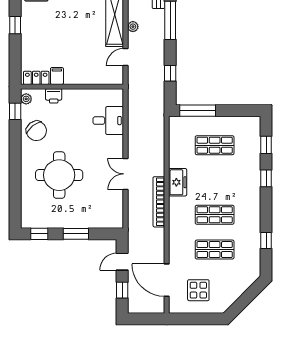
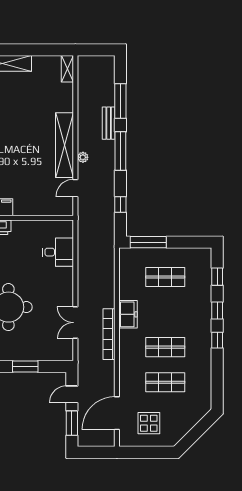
double door: (126, 174) -> (75, 323), moved
window: (266, 240) -> (217, 340), moved
door: (167, 280) -> (117, 413), hinge flipped
window: (122, 290) -> (72, 423), width x1.50

